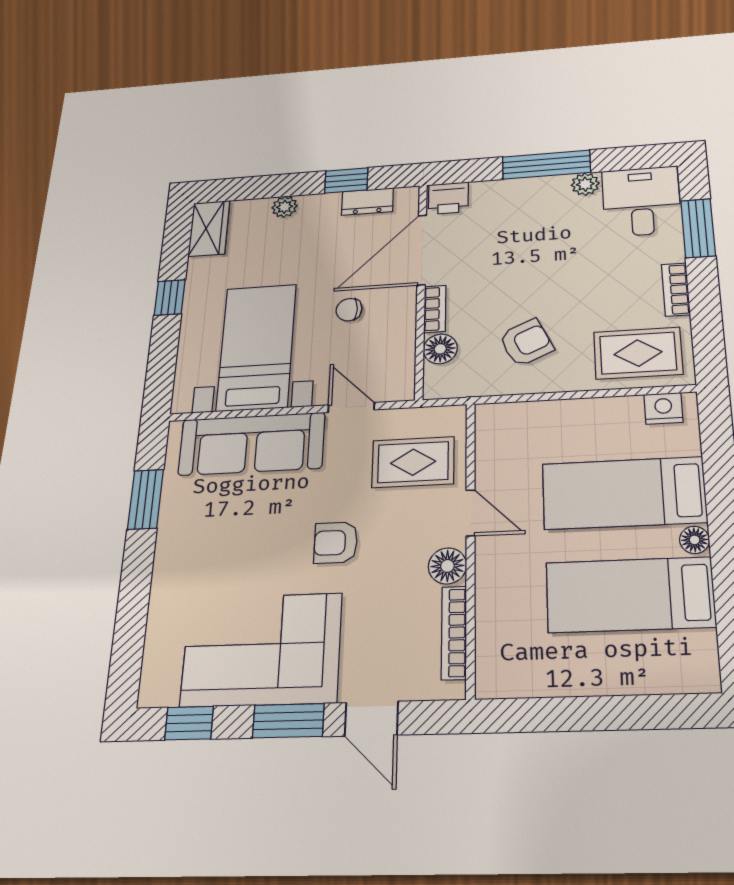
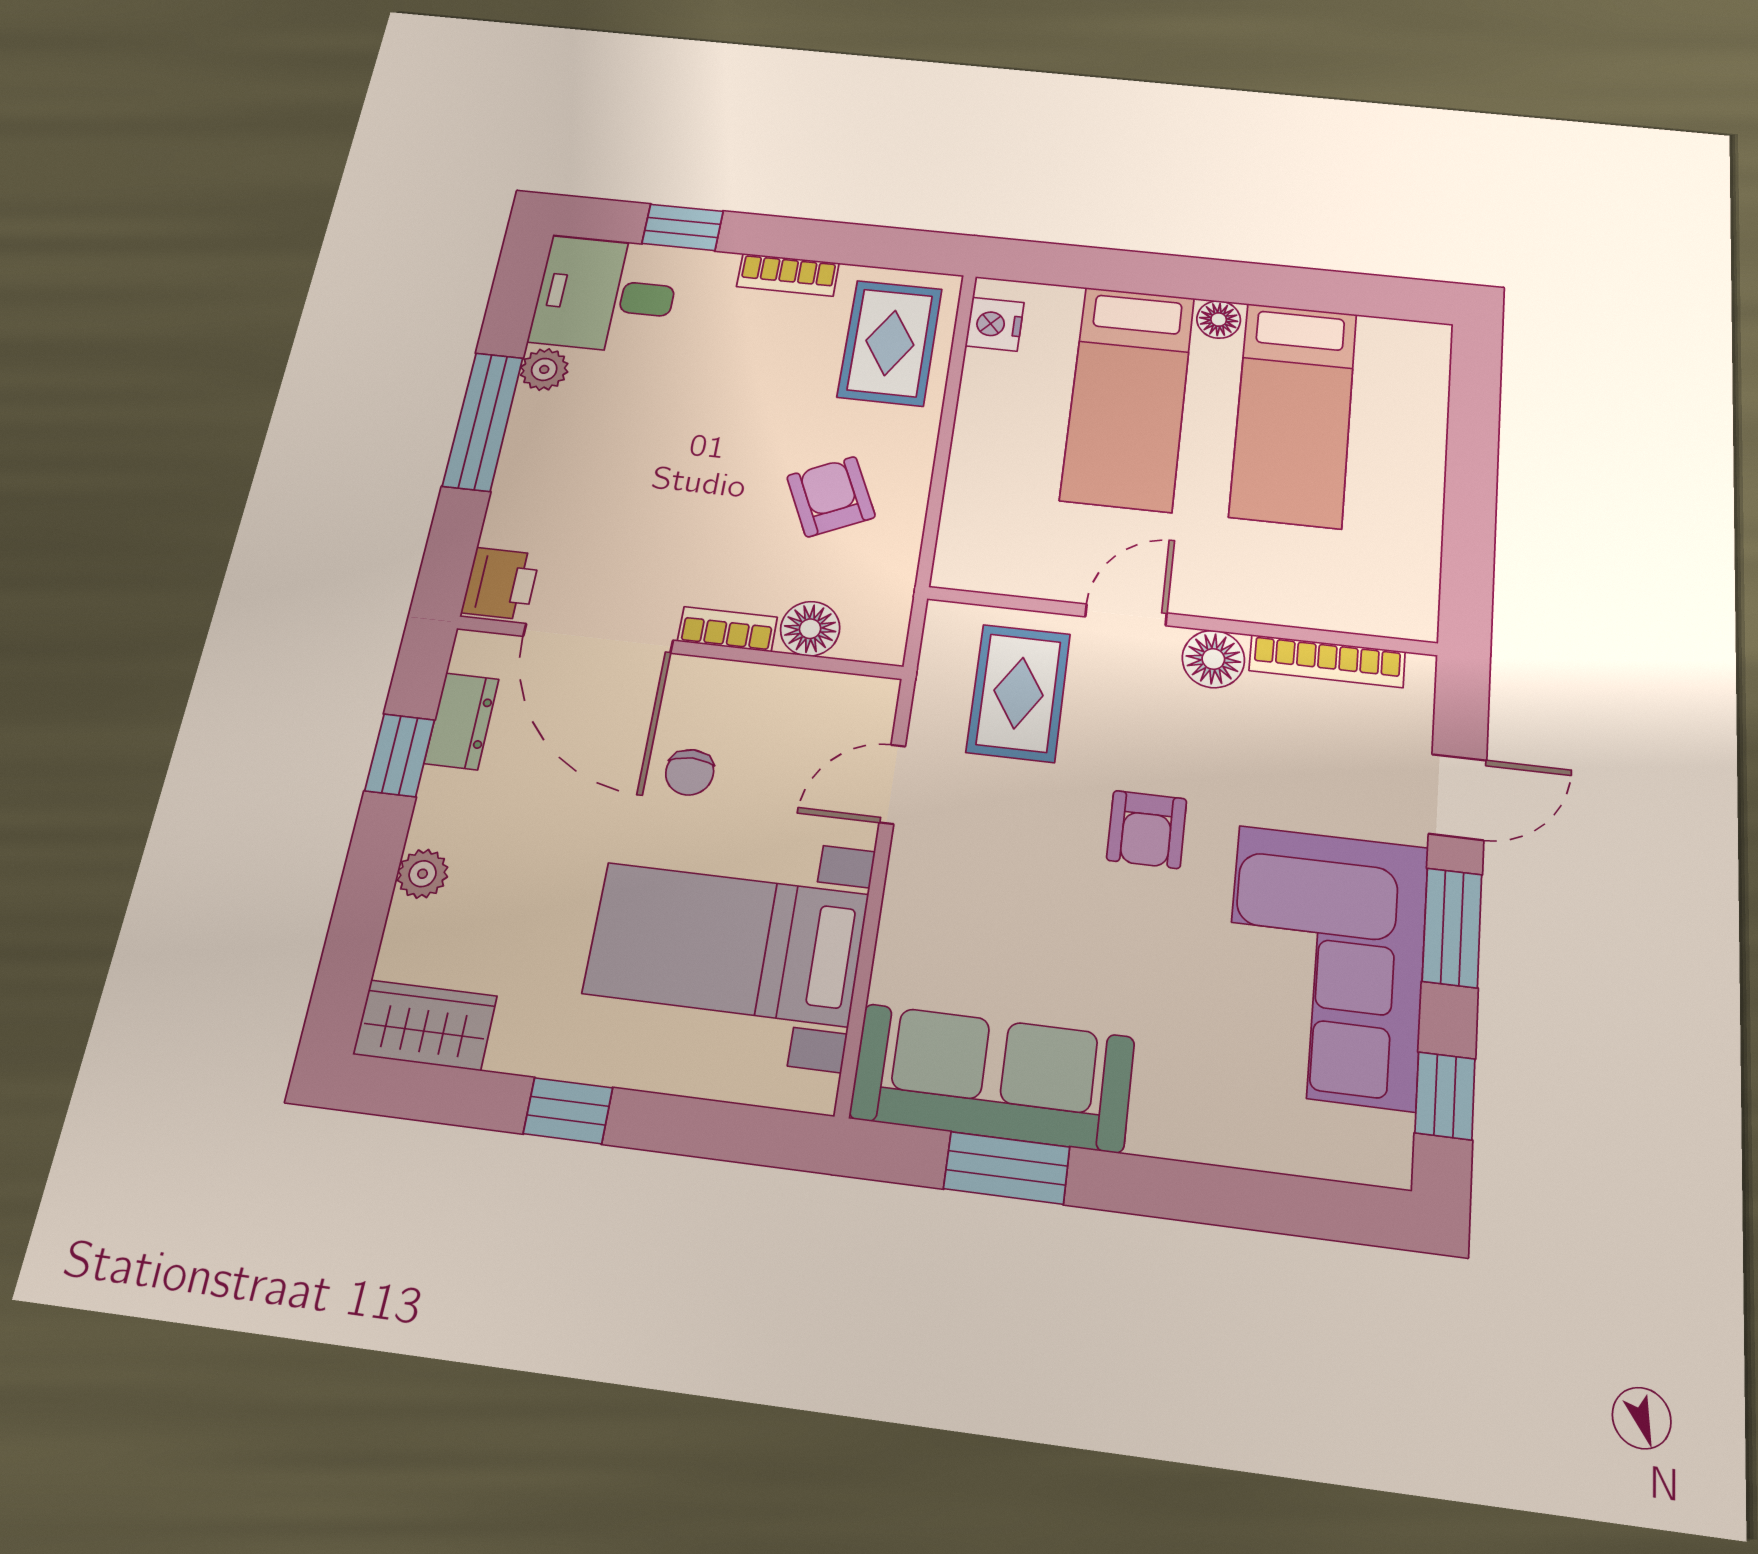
window: (698, 228) -> (683, 227), width x0.67
sofa: (252, 444) -> (993, 1078), moved, turned -90

